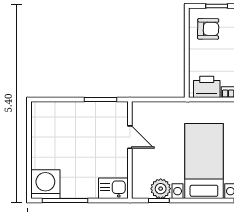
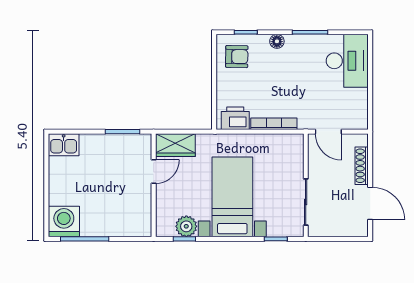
wardrobe: (150, 112) -> (175, 145), added
door: (130, 137) -> (154, 172), hinge flipped
kitchen sink: (113, 188) -> (64, 145), moved, turned 180

